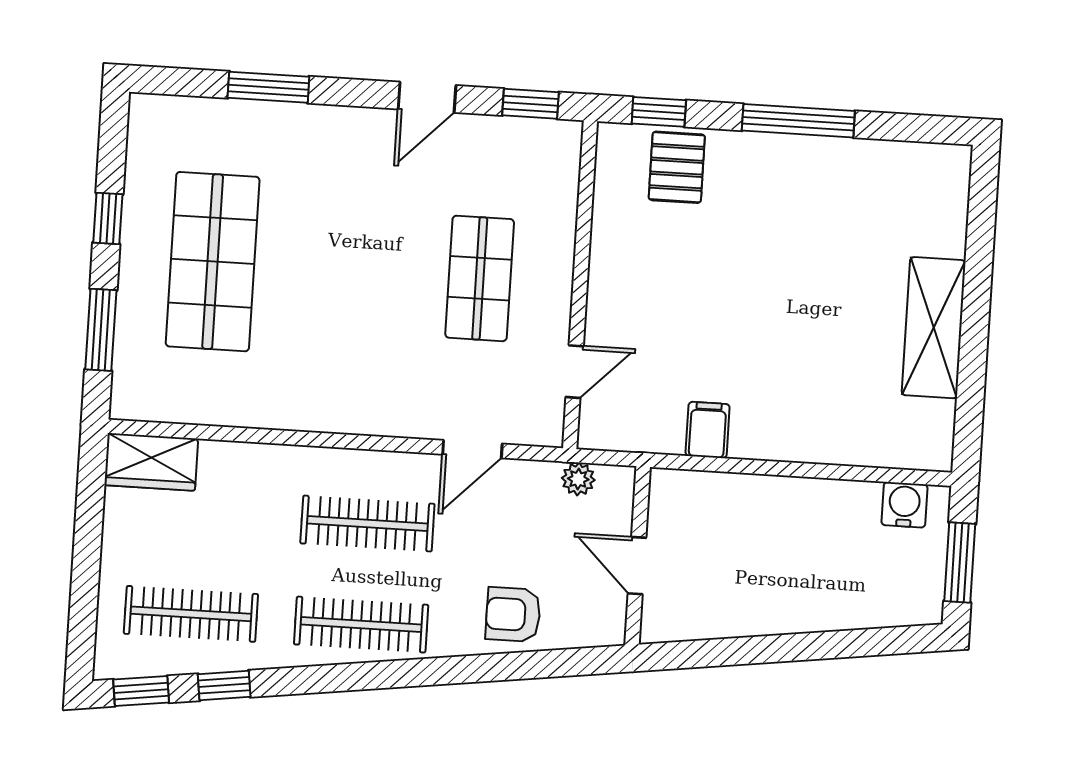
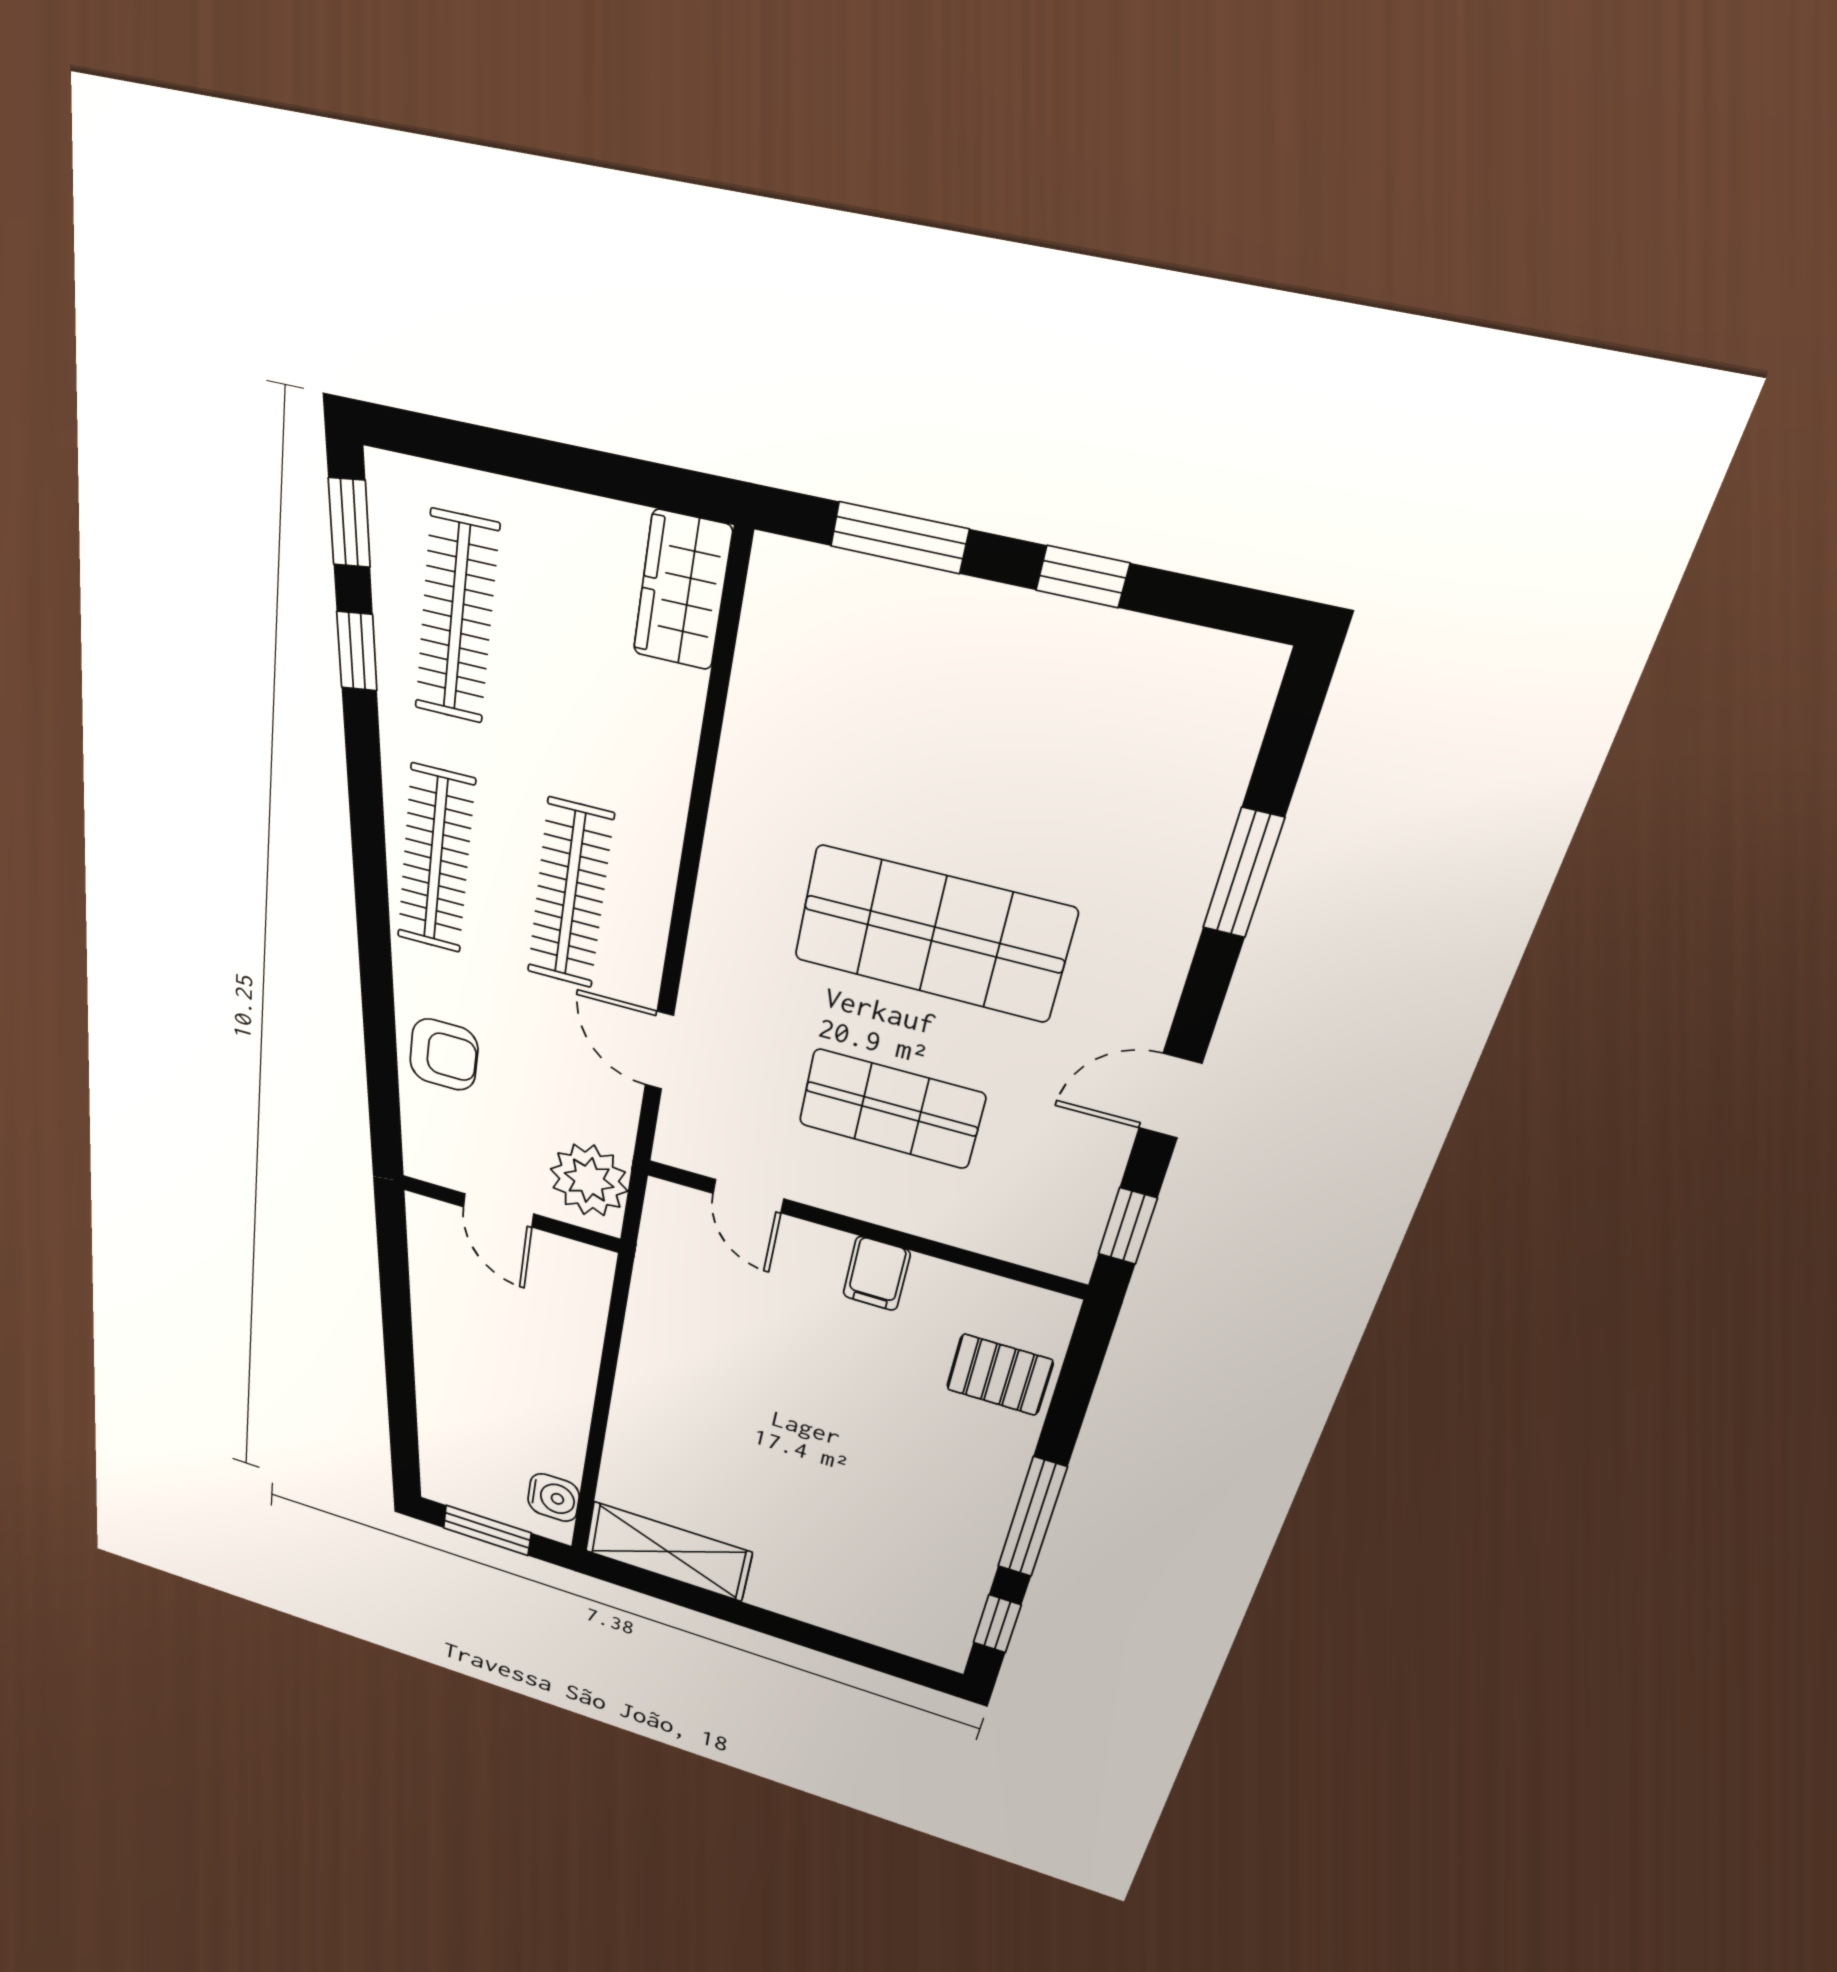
door: (427, 97) -> (1170, 1096), hinge flipped
window: (659, 112) -> (997, 1624), moved
shop shelf: (213, 262) -> (933, 934), moved
shelving: (934, 328) -> (668, 1552), moved
filing cabinet: (708, 430) -> (877, 1274), moved, turned 90
plant: (578, 479) -> (589, 1180), width x1.88, depth x1.88
door: (637, 566) -> (498, 1210), swing flipped
armchair: (513, 614) -> (444, 1055), turned 90

